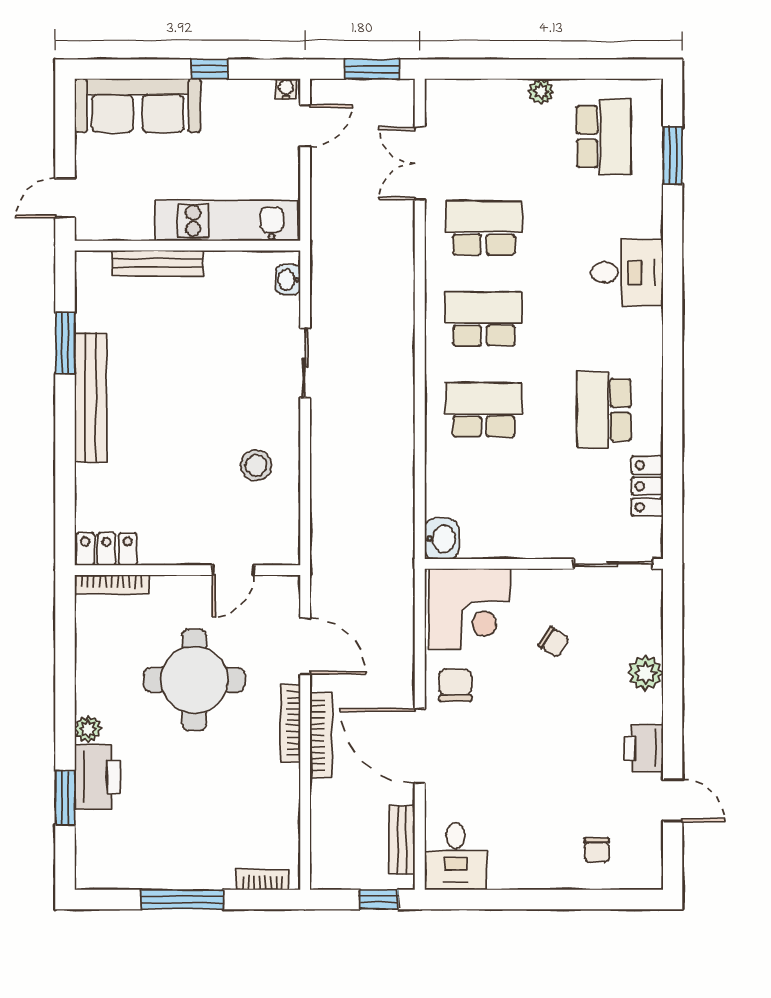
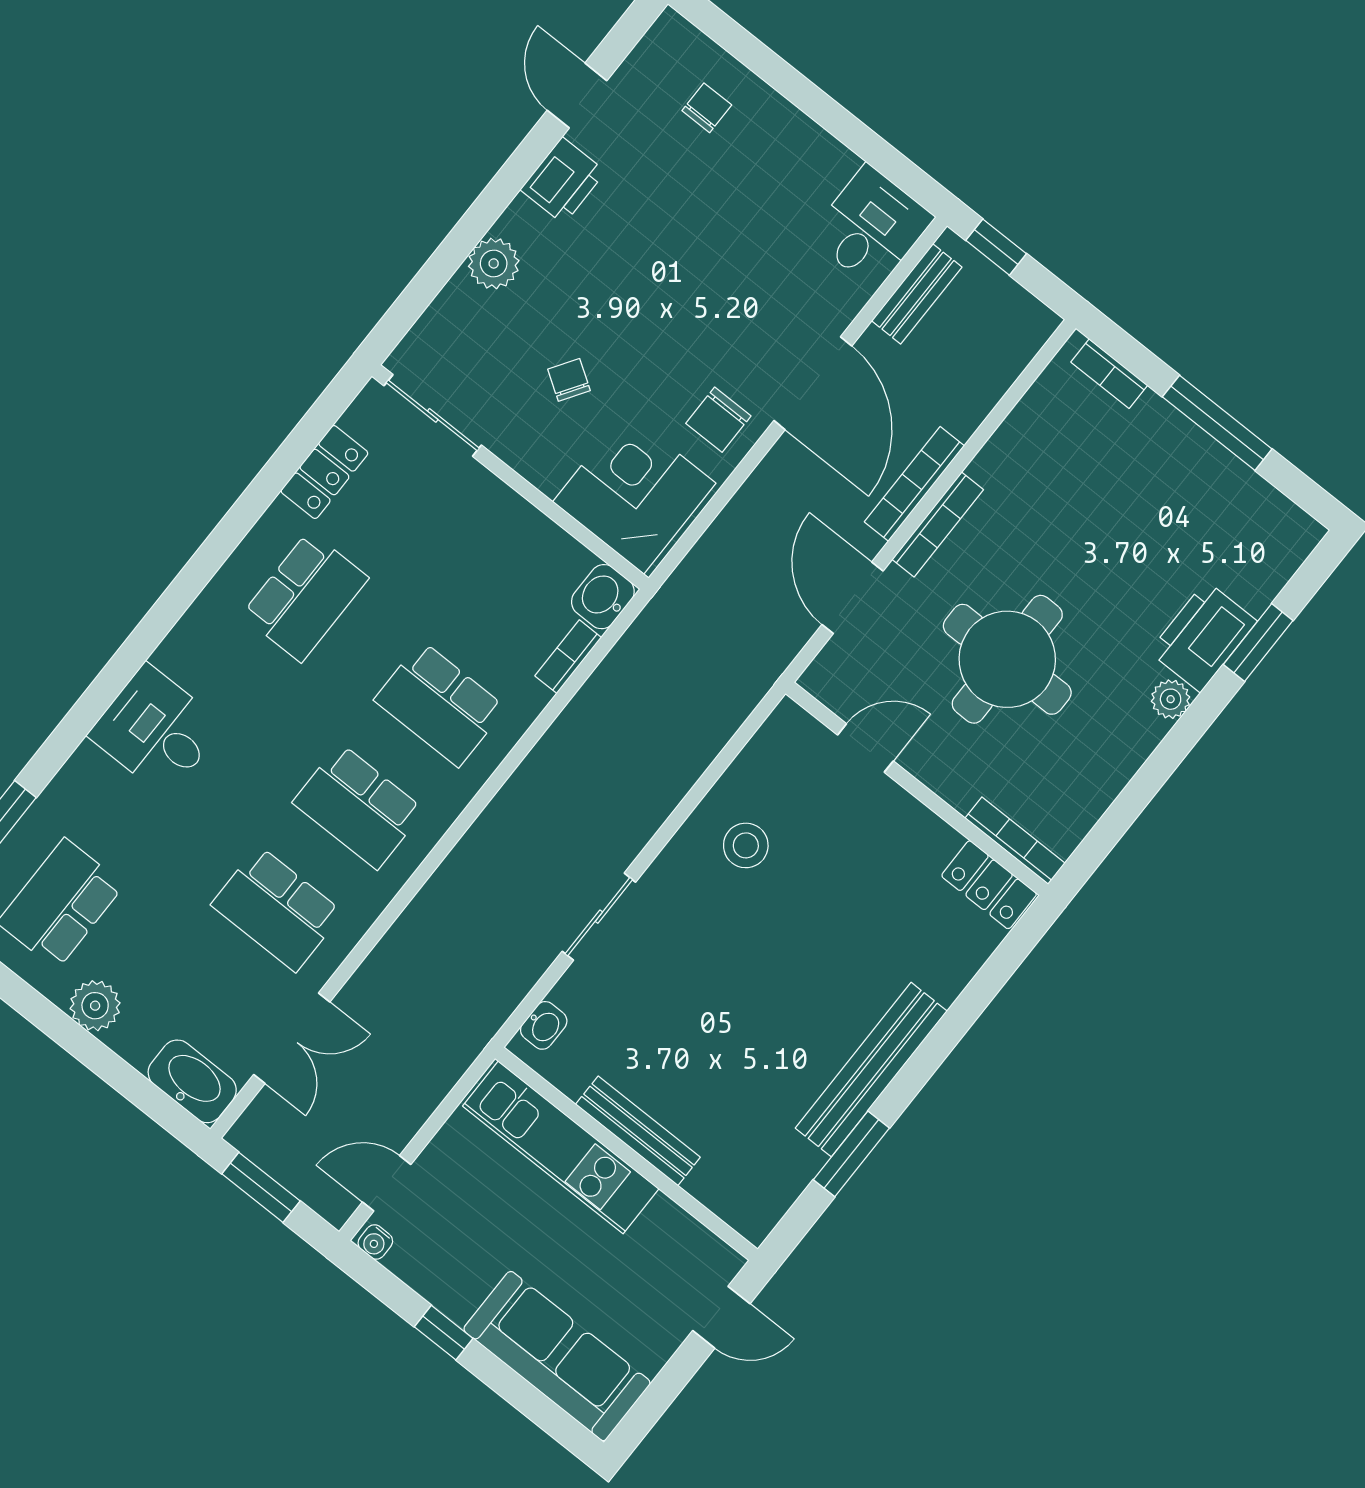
plant: (541, 91) -> (95, 1006), width x1.38, depth x1.38
washbasin: (455, 97) -> (192, 1081), added
bench: (157, 263) -> (638, 1131), moved
bookcase: (434, 491) -> (568, 657), added

